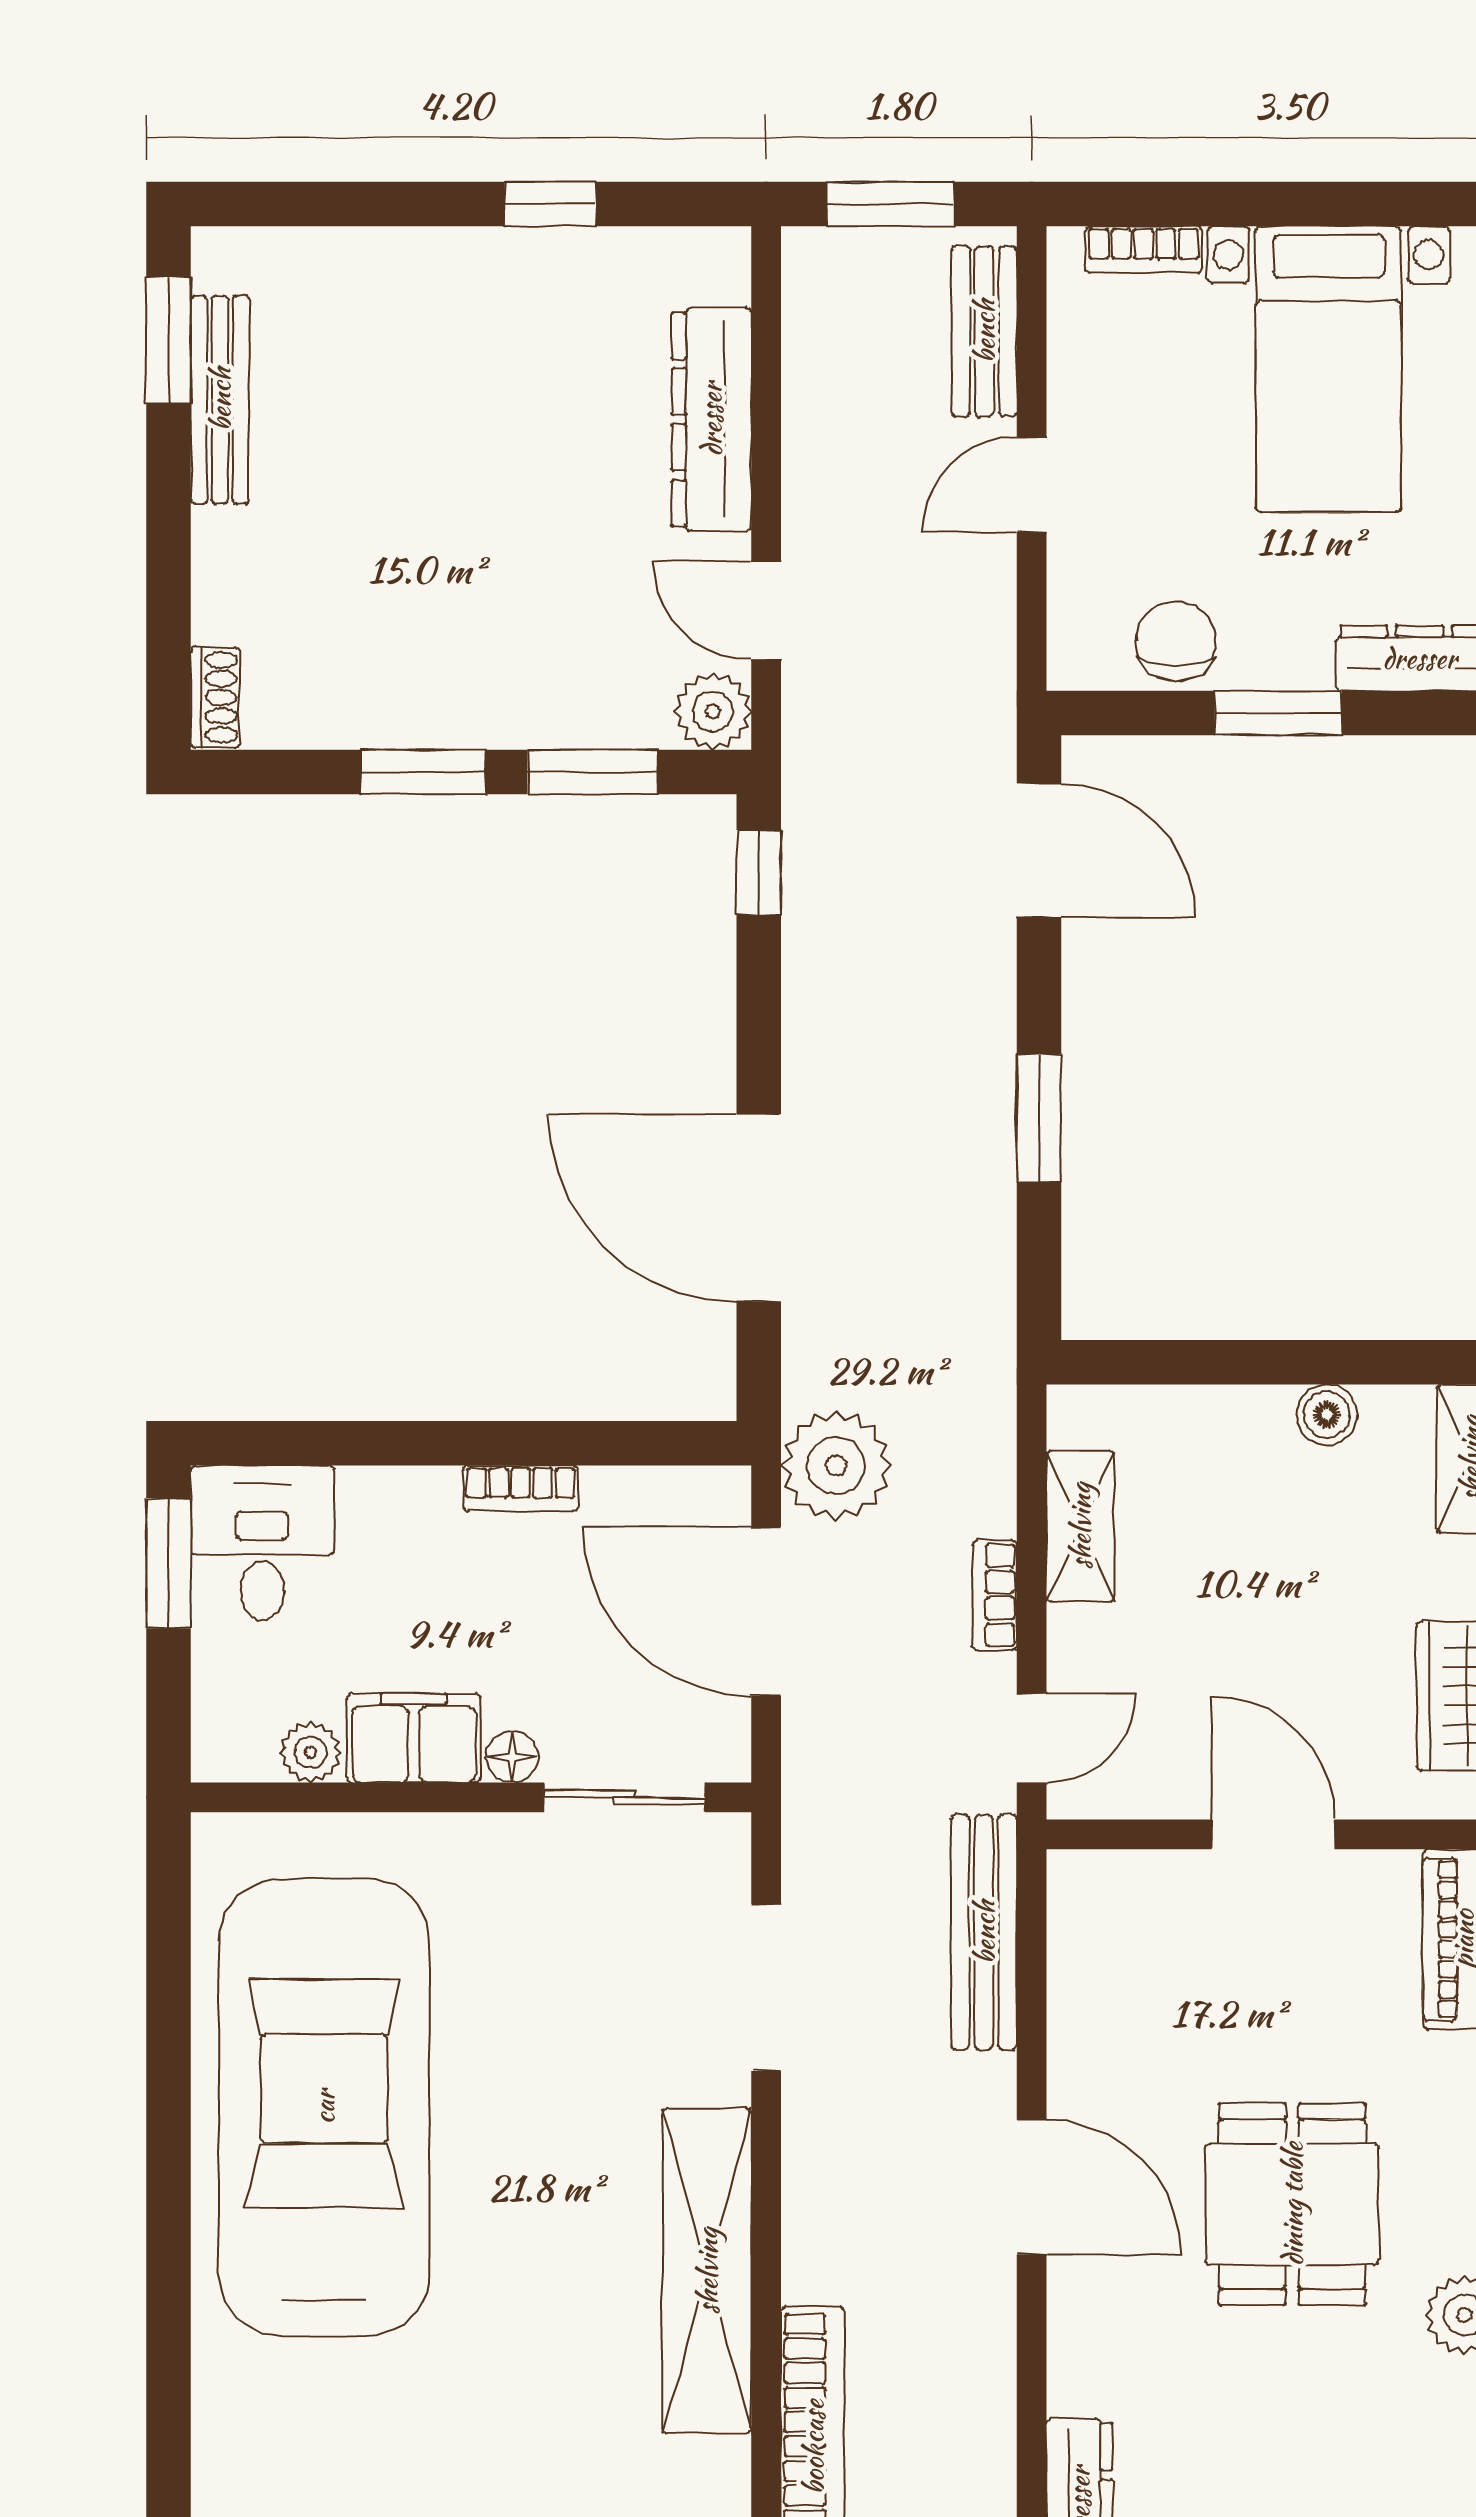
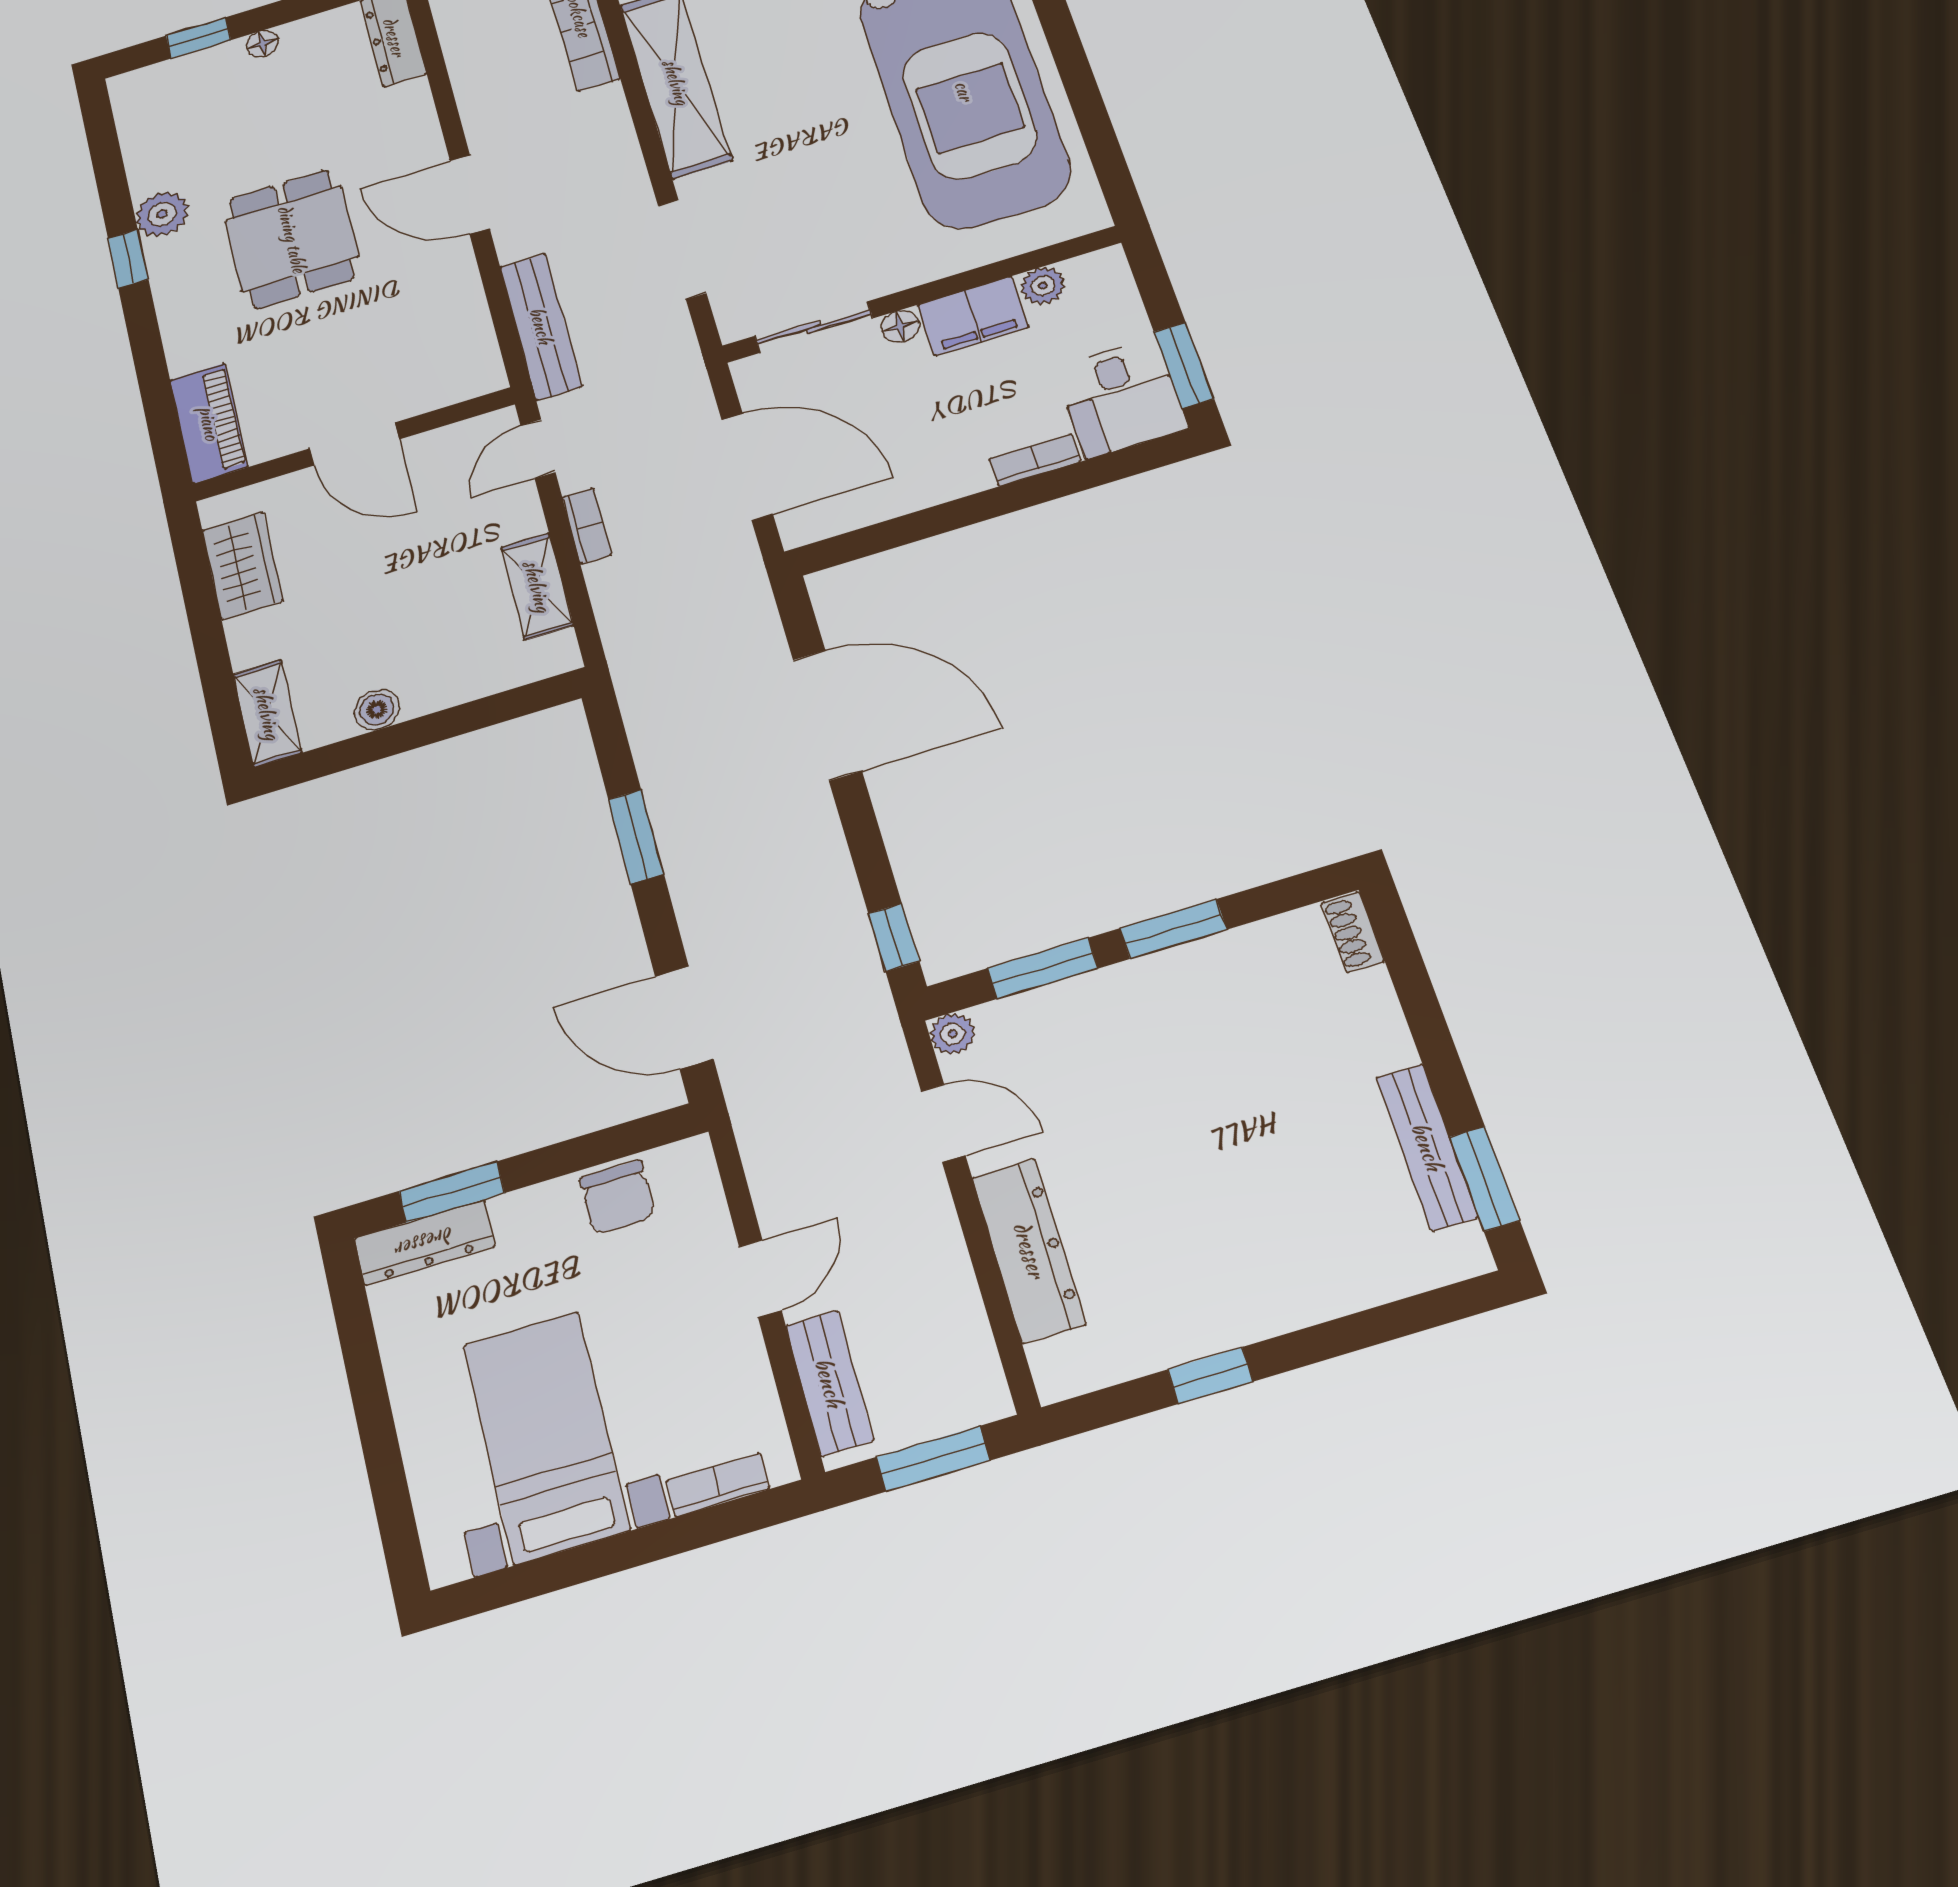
plant: (713, 711) -> (953, 1034), width x0.73, depth x0.73
window: (1278, 713) -> (452, 1192), moved
plant: (836, 1466) -> (723, 570), removed
bookcase: (521, 1488) -> (1035, 460), moved

